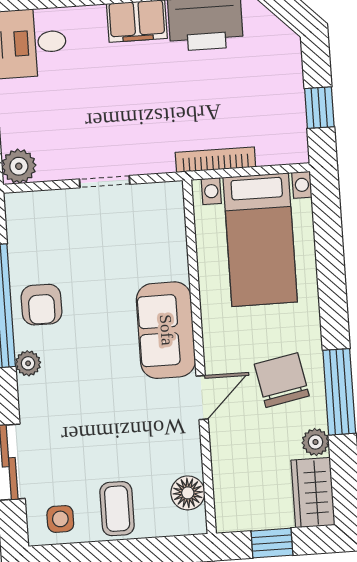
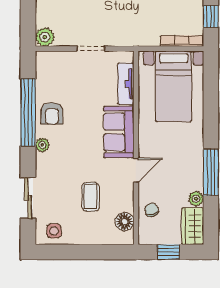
bookcase: (215, 160) -> (182, 41), moved
tv unit: (173, 241) -> (126, 84), added
chair: (282, 380) -> (152, 210), moved, width x0.54, depth x0.54
coffee table: (117, 509) -> (91, 197), moved

